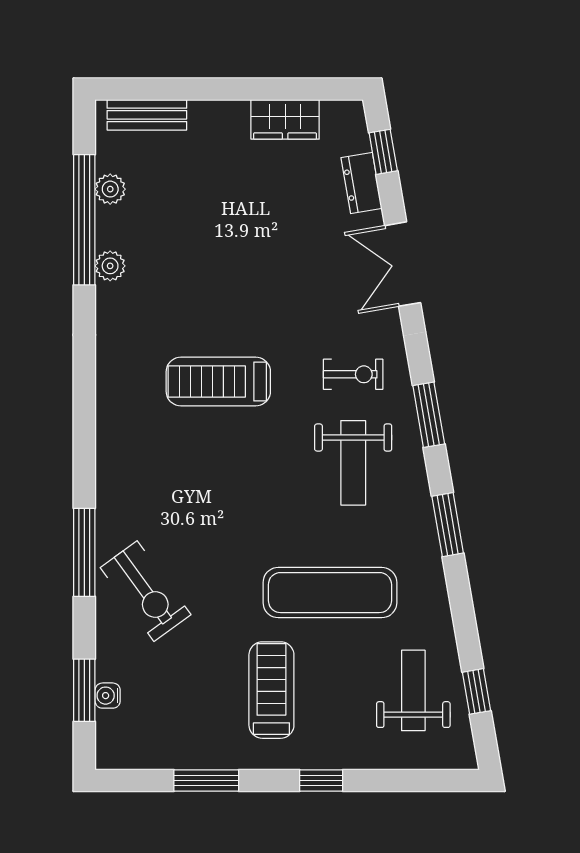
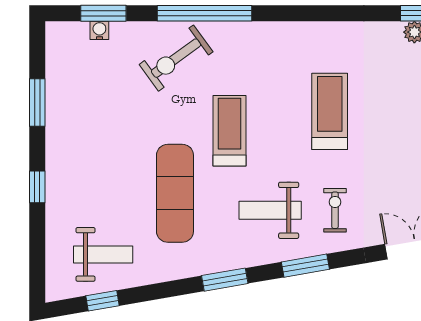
exercise bike: (353, 374) -> (335, 210), turned 180
window: (84, 552) -> (204, 13), width x1.46
treadmill: (271, 690) -> (229, 131), moved, turned -90

